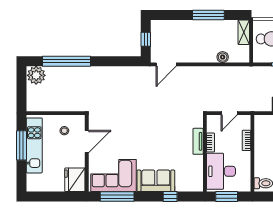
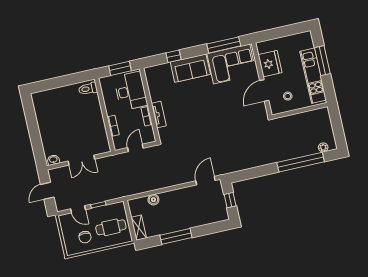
plant: (36, 75) -> (323, 147), width x0.53, depth x0.53
window: (22, 145) -> (322, 61), moved
fridge: (75, 180) -> (270, 64), moved

